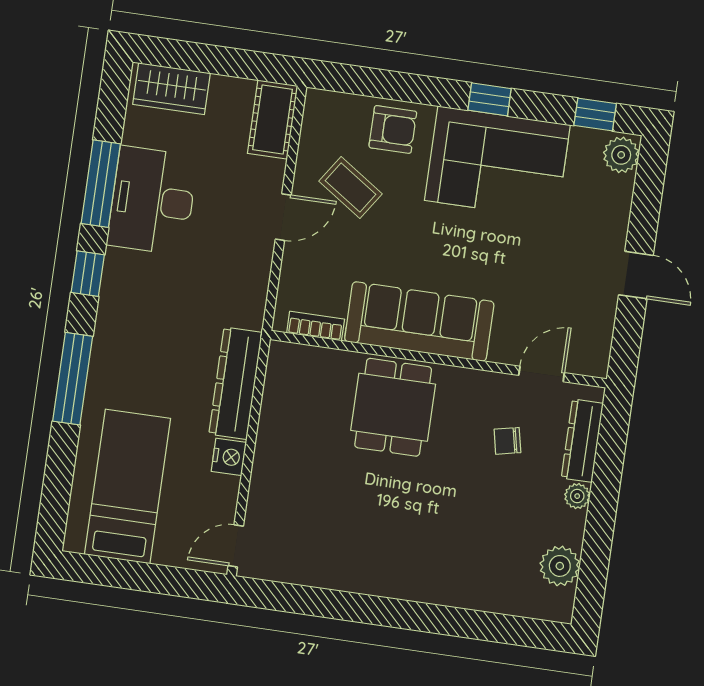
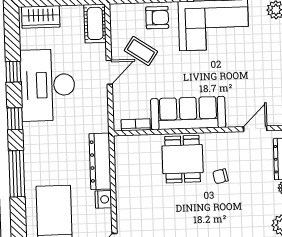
window: (101, 184) -> (13, 72), width x0.46
desk: (152, 201) -> (48, 85), width x1.36, depth x1.30
chair: (507, 441) -> (220, 176), moved

